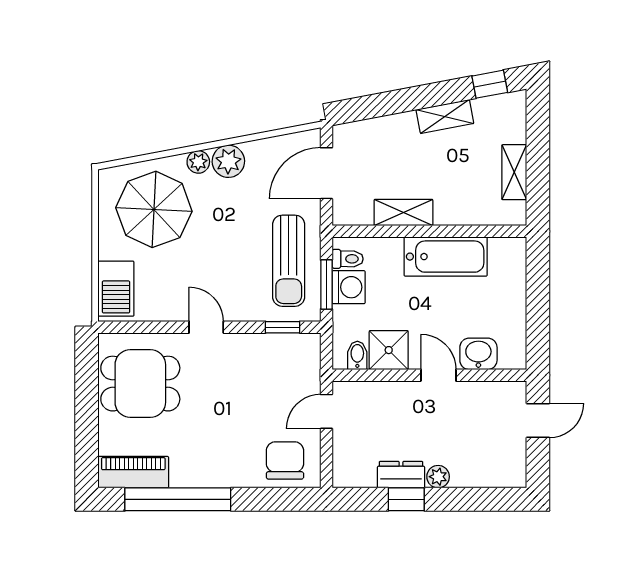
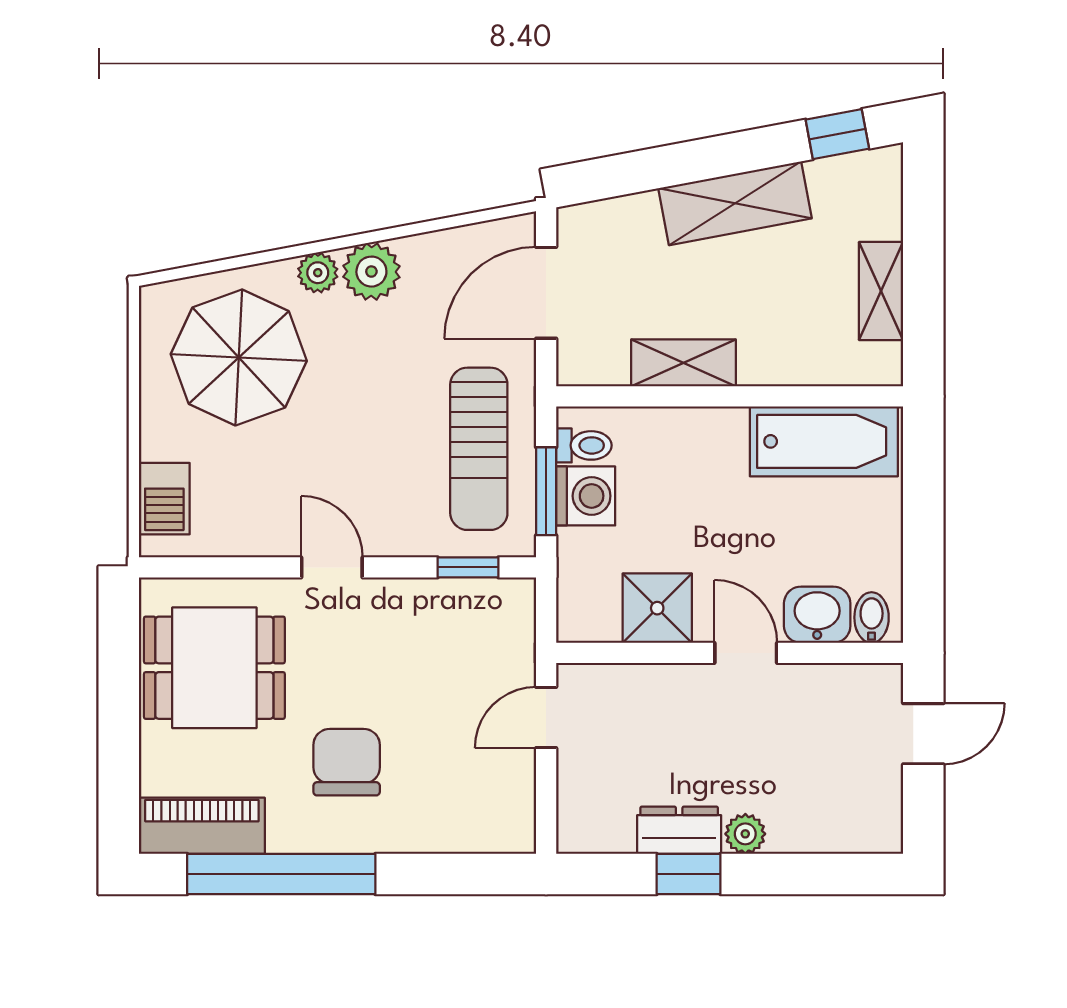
shelving: (445, 117) -> (735, 203), width x1.50, depth x1.33
bathtub: (446, 257) -> (824, 441), moved
barbecue: (116, 289) -> (164, 499), width x0.73, depth x0.79
bidet: (357, 355) -> (872, 617), moved
chair: (285, 460) -> (347, 762), moved

